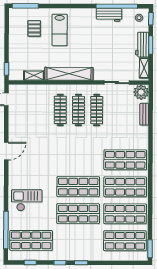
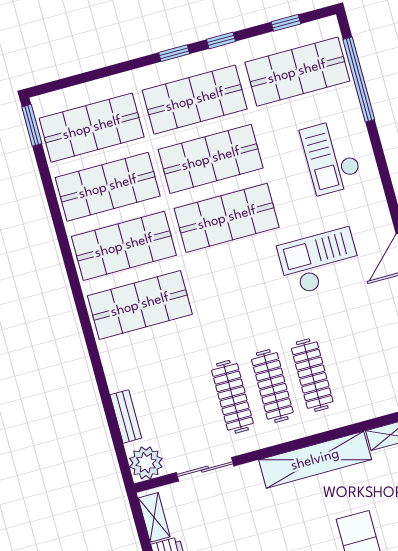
checkout: (44, 157) -> (320, 262), added
checkout: (27, 200) -> (331, 157), turned 90
shop shelf: (78, 241) -> (195, 100), added

